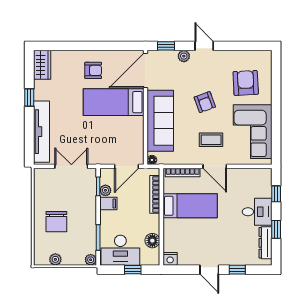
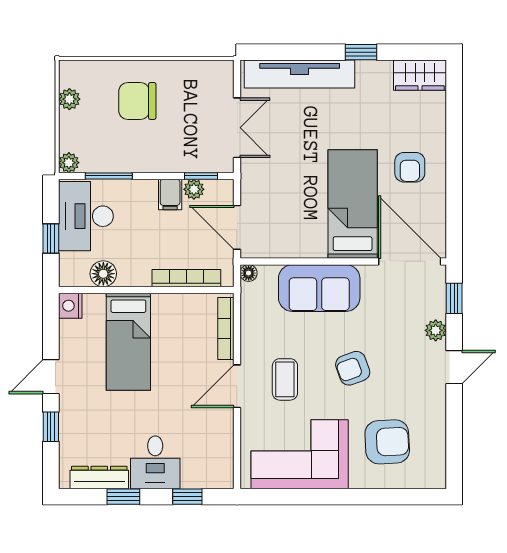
sofa: (160, 121) -> (319, 288), width x0.73
bed: (190, 206) -> (128, 342), moved

